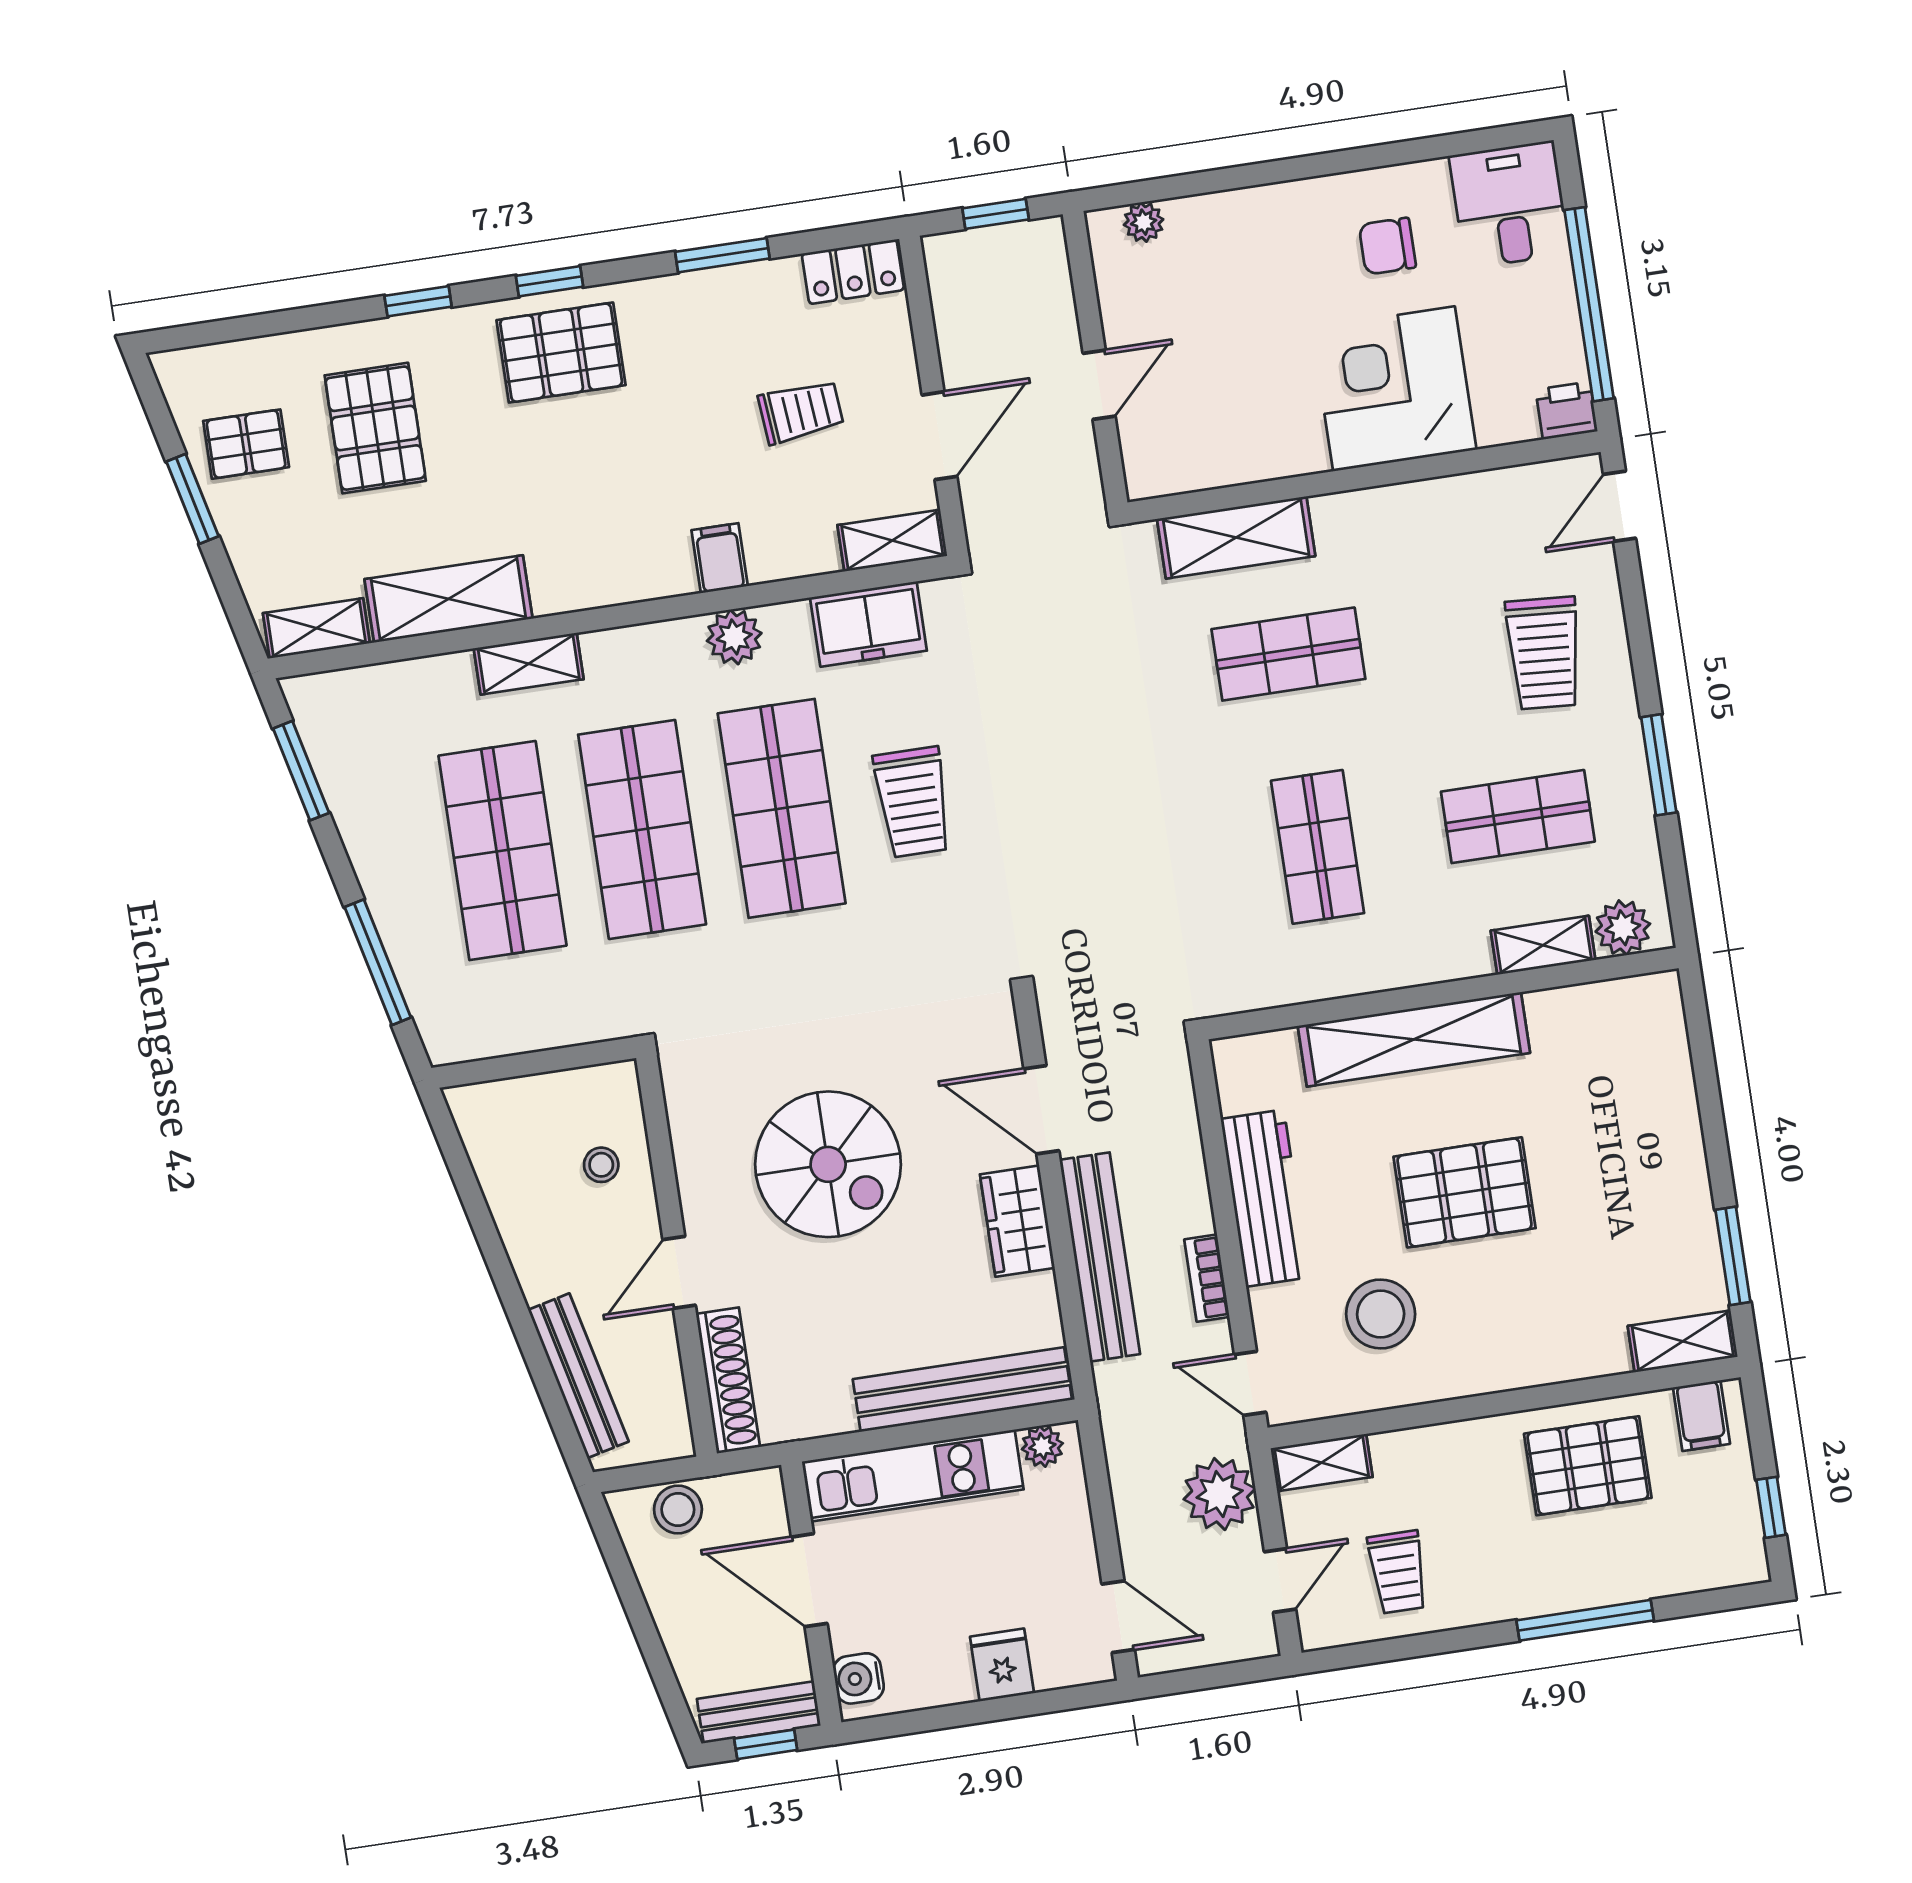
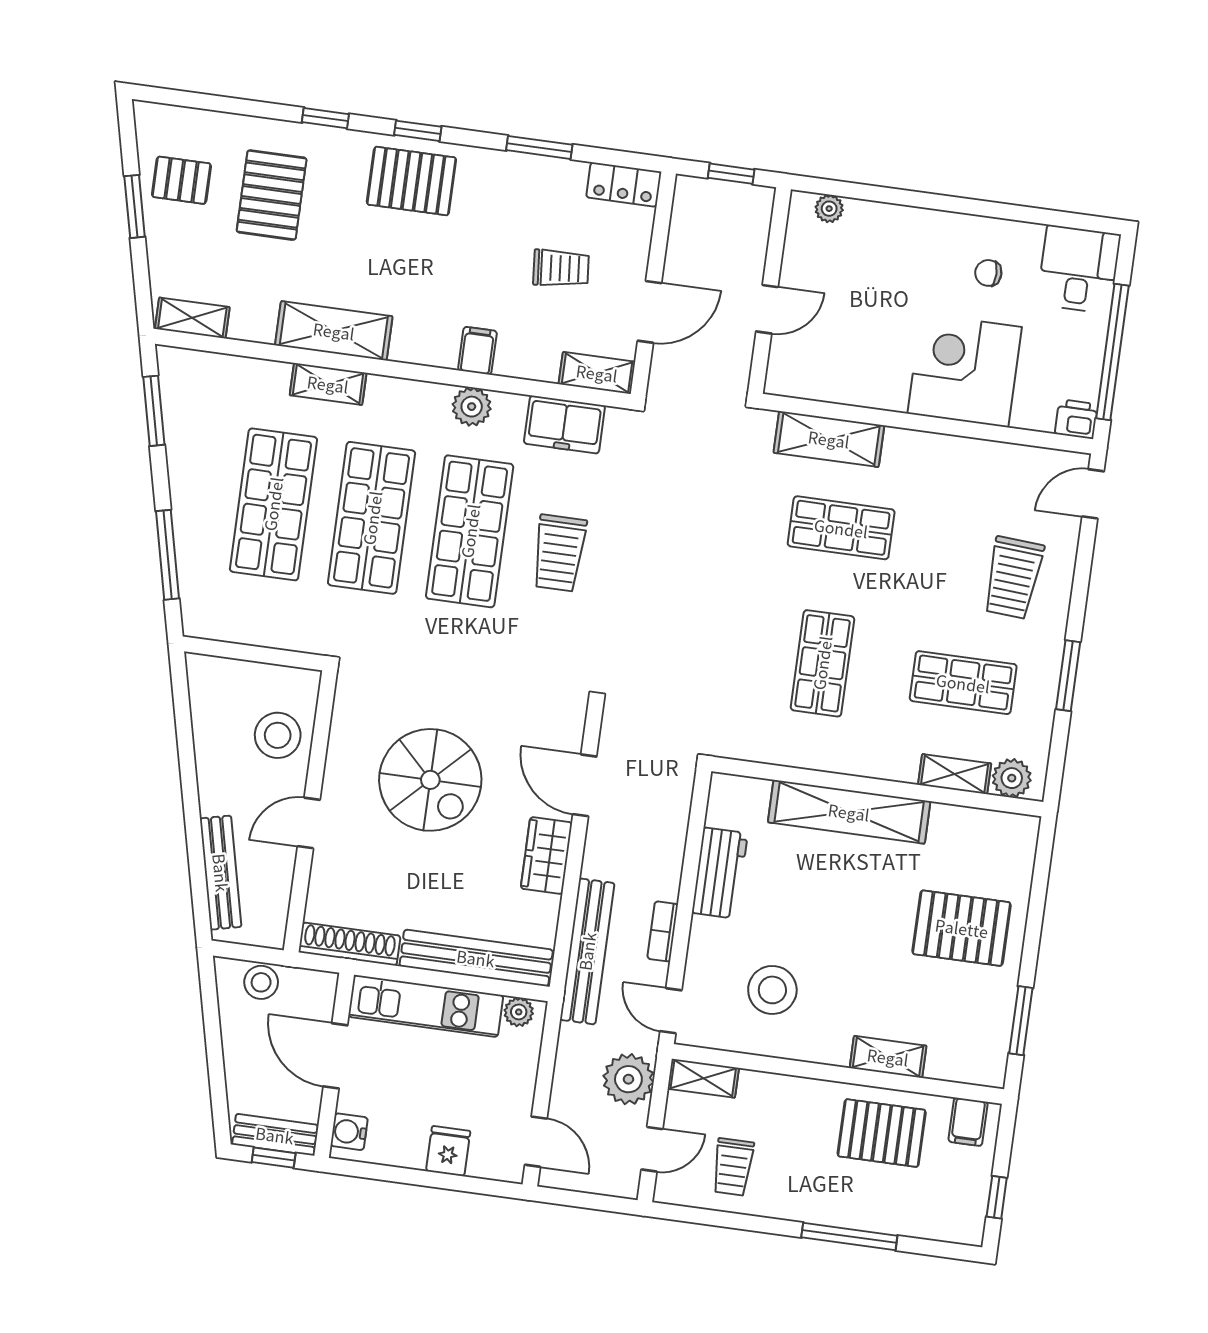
chair: (1387, 246) -> (988, 273), width x0.73, depth x0.73
shelving: (448, 599) -> (334, 331), moved
stool: (601, 1165) -> (278, 735), width x1.89, depth x1.89
pallet: (1465, 1192) -> (962, 928), moved
workbench: (1265, 1198) -> (720, 873), width x0.73
bench: (1100, 1257) -> (587, 951), moved
shelving: (1683, 1341) -> (888, 1057), moved
shoe rack: (728, 1380) -> (349, 944), moved, turned -90

